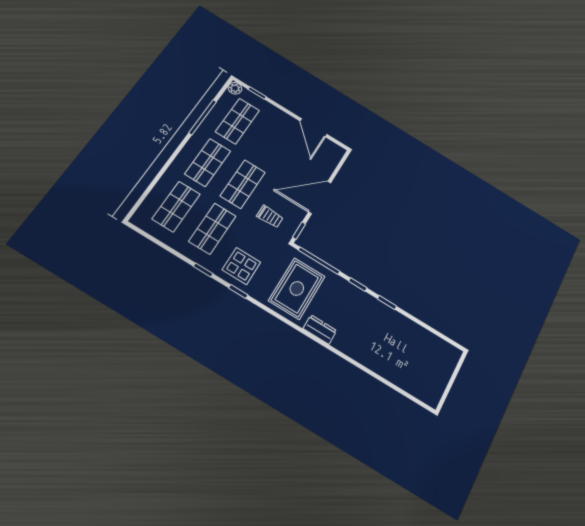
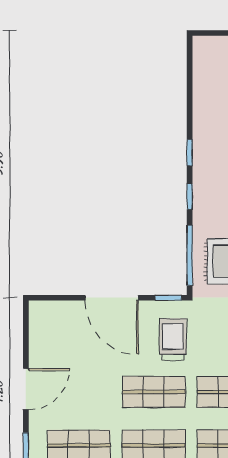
door: (313, 128) -> (26, 389), moved
trolley: (270, 217) -> (173, 339), width x1.36, depth x1.39

